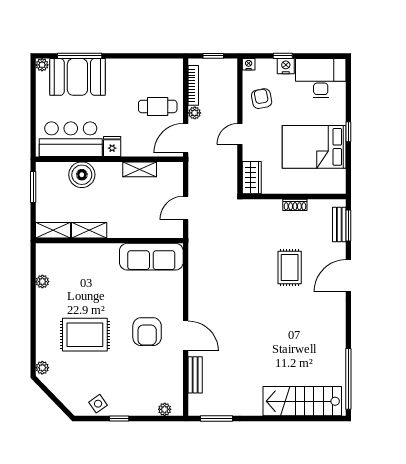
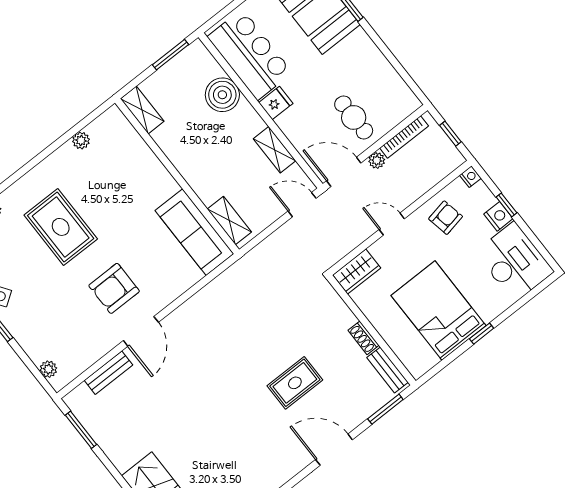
door: (186, 208) -> (302, 205), moved
bench: (339, 224) -> (387, 370), moved, turned 90
shelving: (89, 230) -> (229, 221), moved

